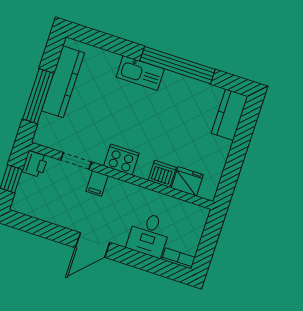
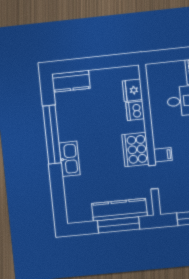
kitchen counter: (63, 82) -> (119, 210), moved
cooker: (121, 160) -> (135, 149), width x1.37, depth x1.31
printer: (35, 164) -> (169, 206), removed

